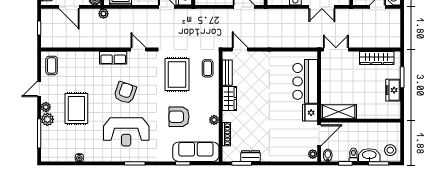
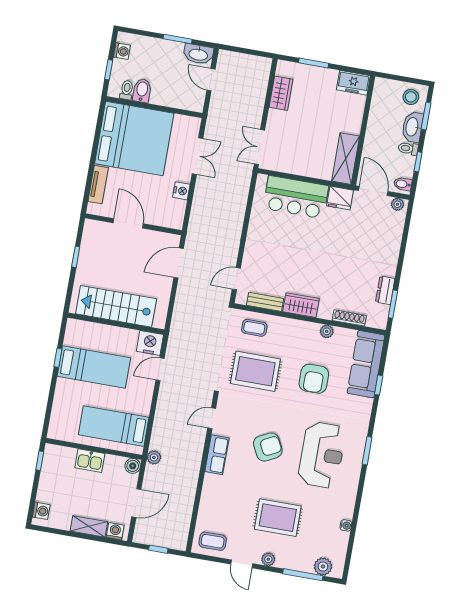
wardrobe: (377, 58) -> (281, 93), width x0.67
freezer: (393, 90) -> (353, 83), moved
armchair: (125, 93) -> (268, 447), turned 134
plant: (47, 119) -> (323, 567), moved

